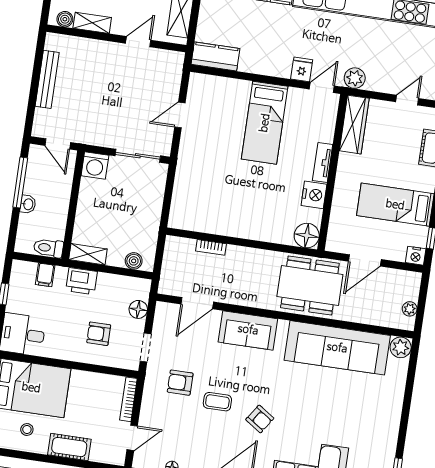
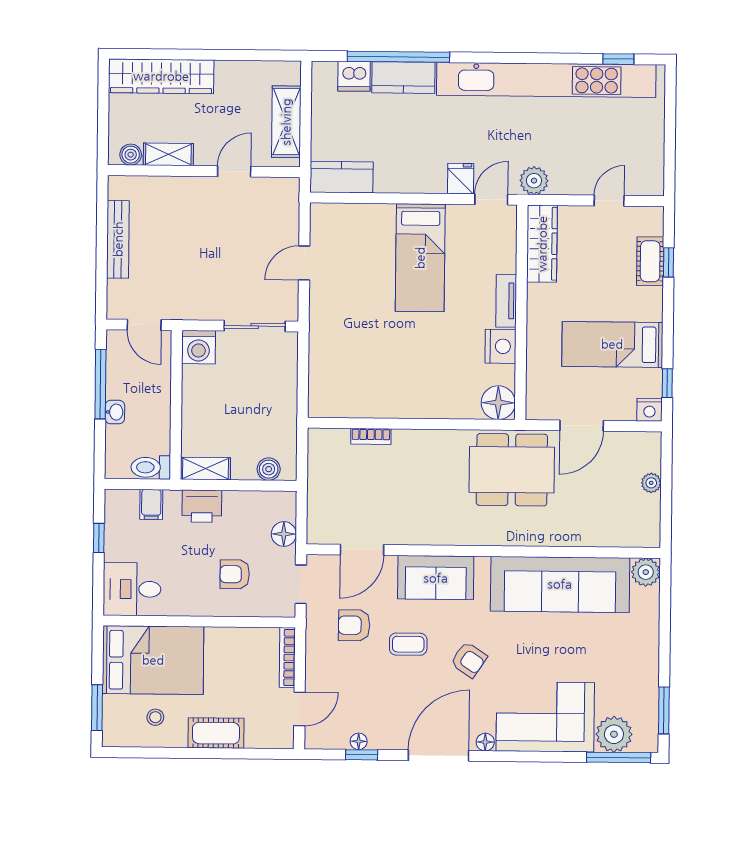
door: (197, 303) -> (362, 550), moved
wall: (285, 316) -> (483, 551), moved
sofa: (248, 330) -> (436, 578), moved
plant: (401, 347) -> (646, 572), moved
sofa: (337, 348) -> (560, 584), moved

